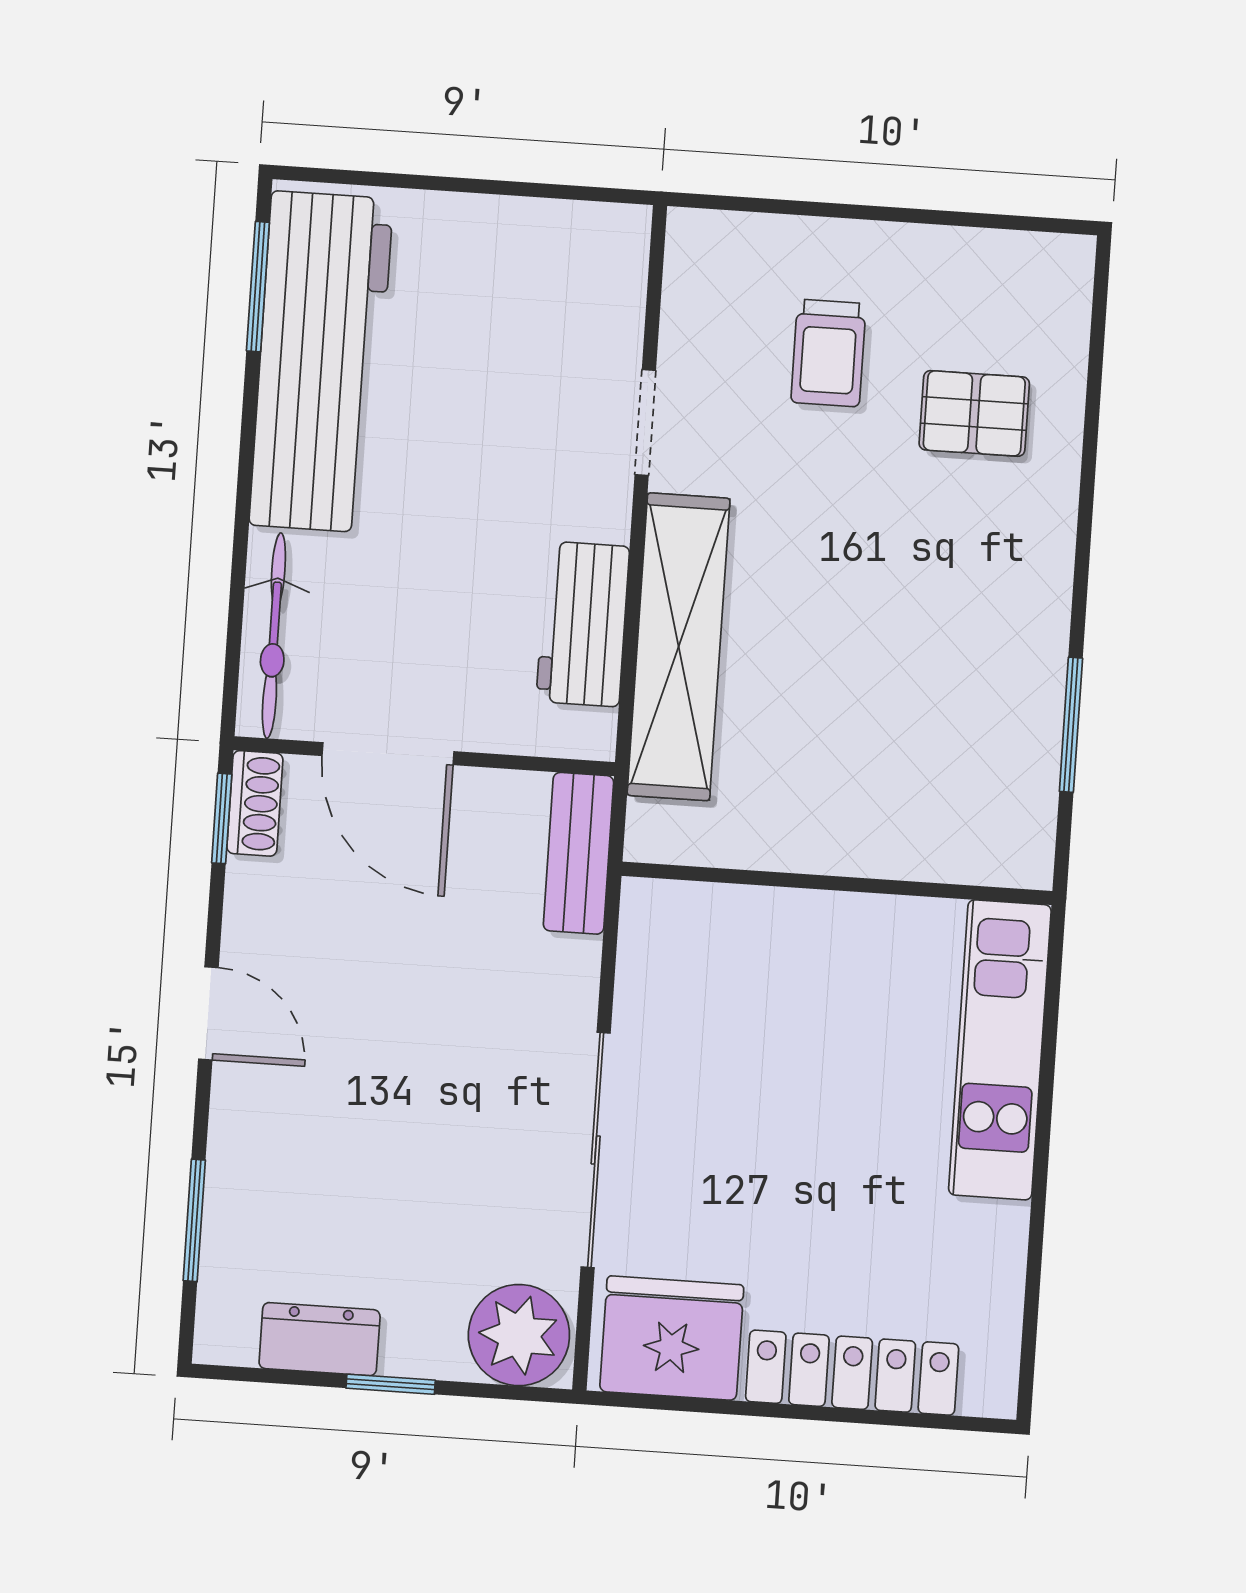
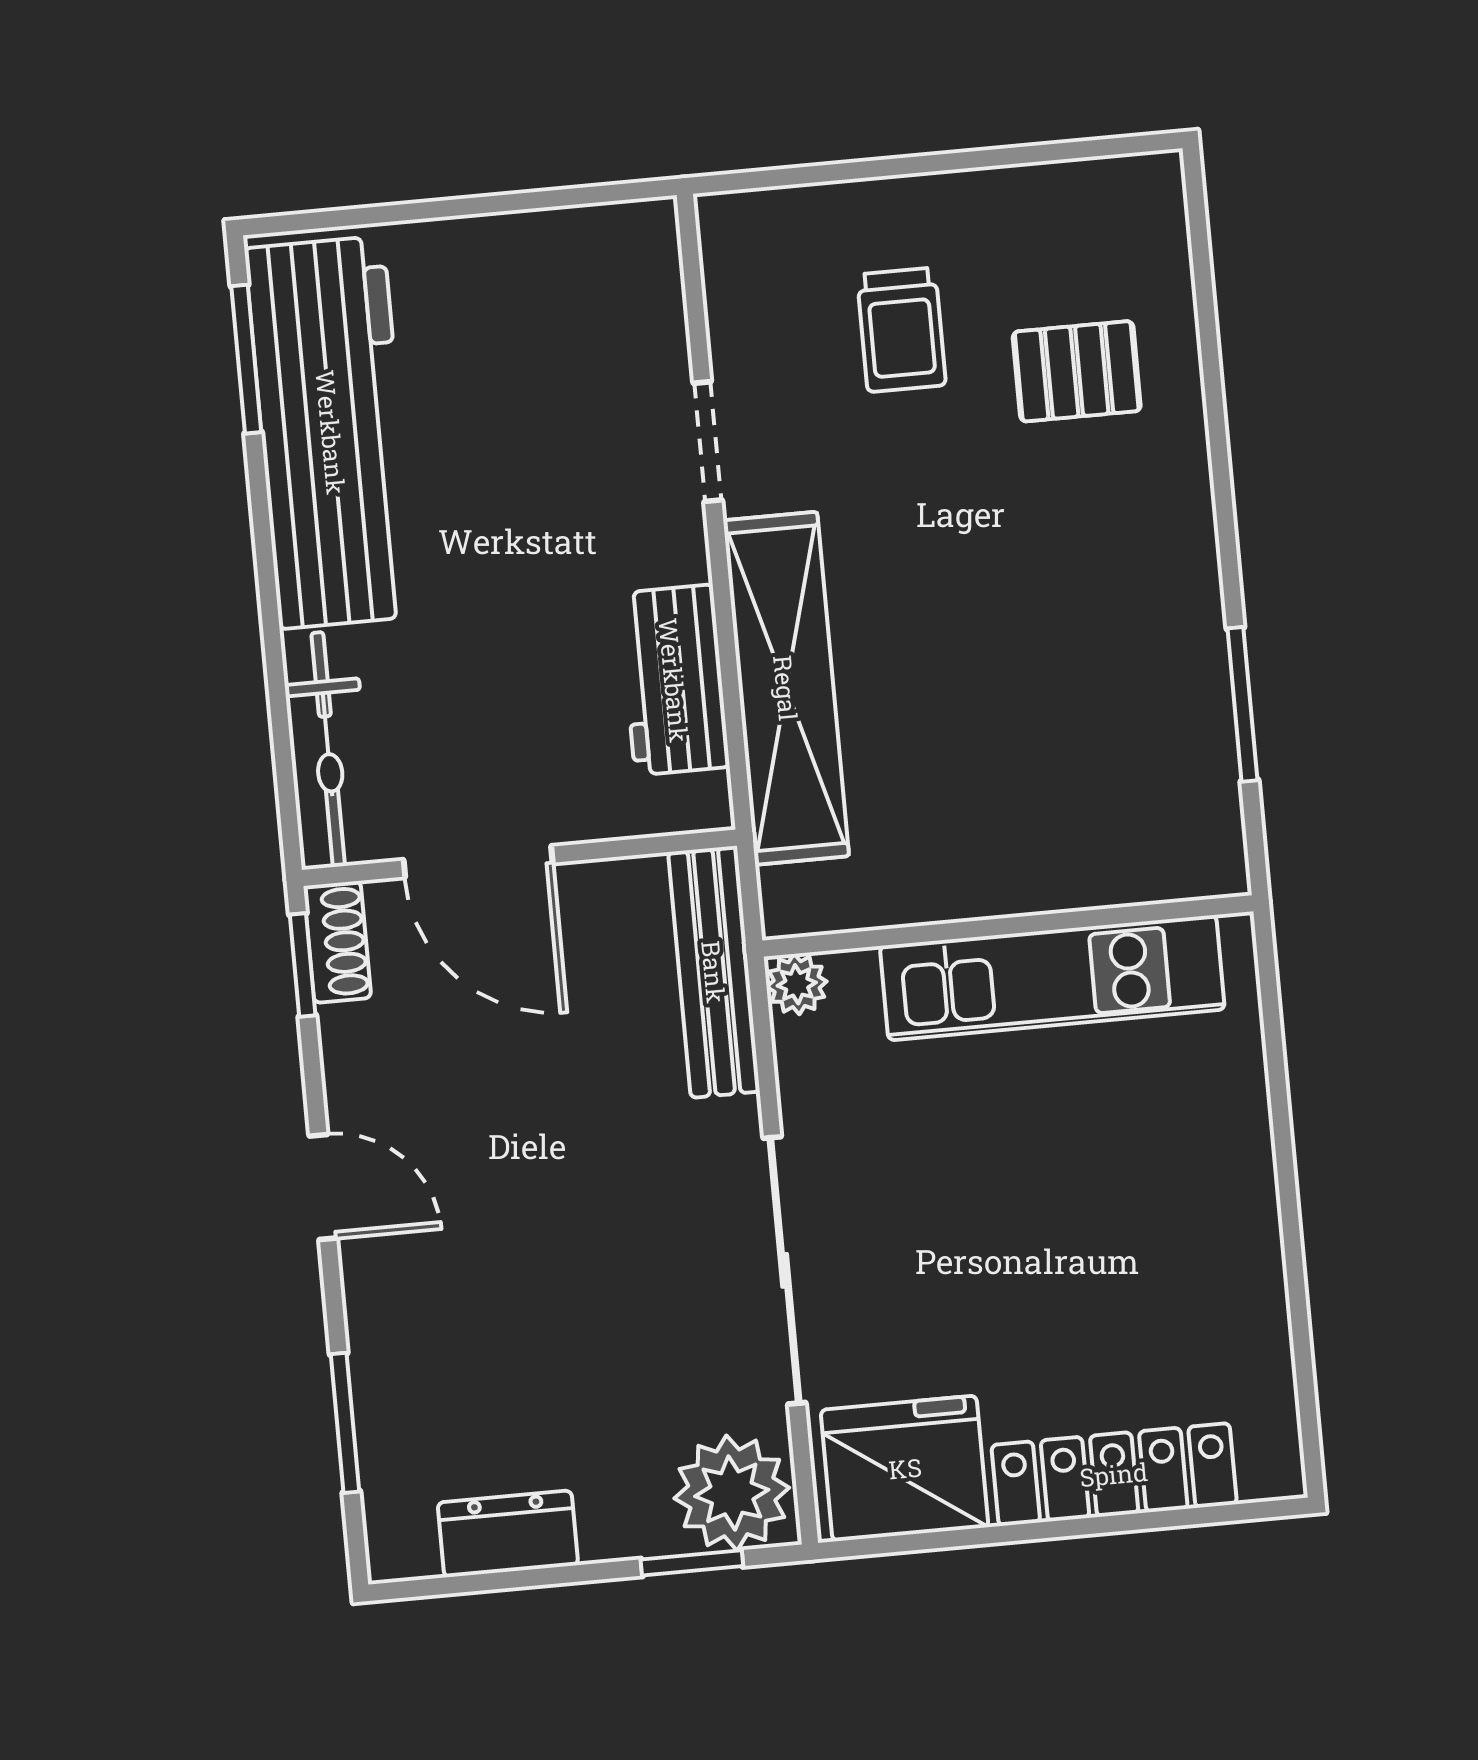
bench: (578, 853) -> (714, 972), width x1.36
plant: (646, 904) -> (797, 984), added
kitchen unit: (1000, 1050) -> (1052, 978), moved, turned -90
window: (391, 1384) -> (692, 1563), moved

